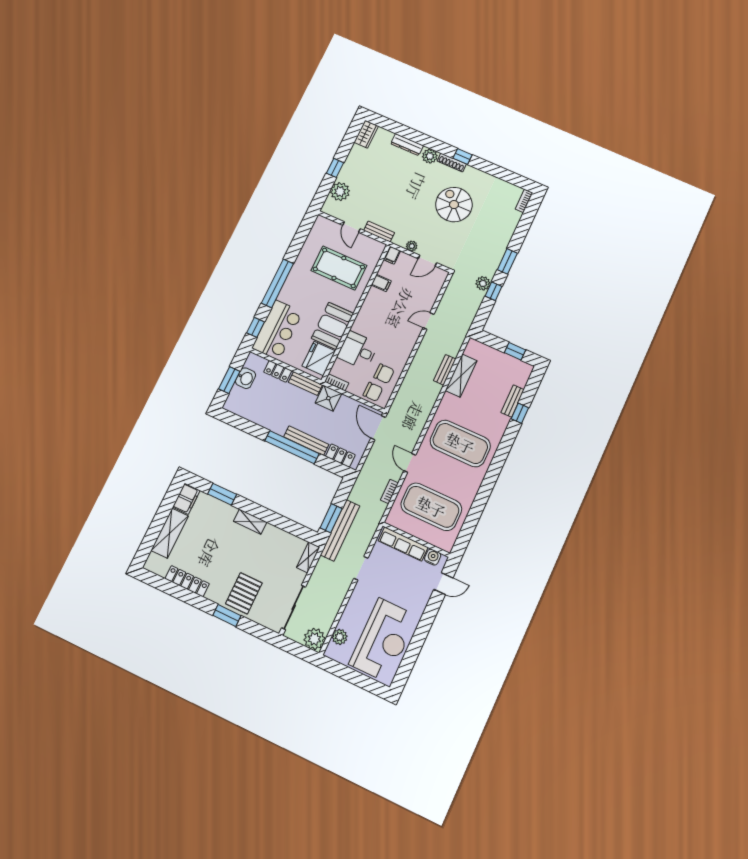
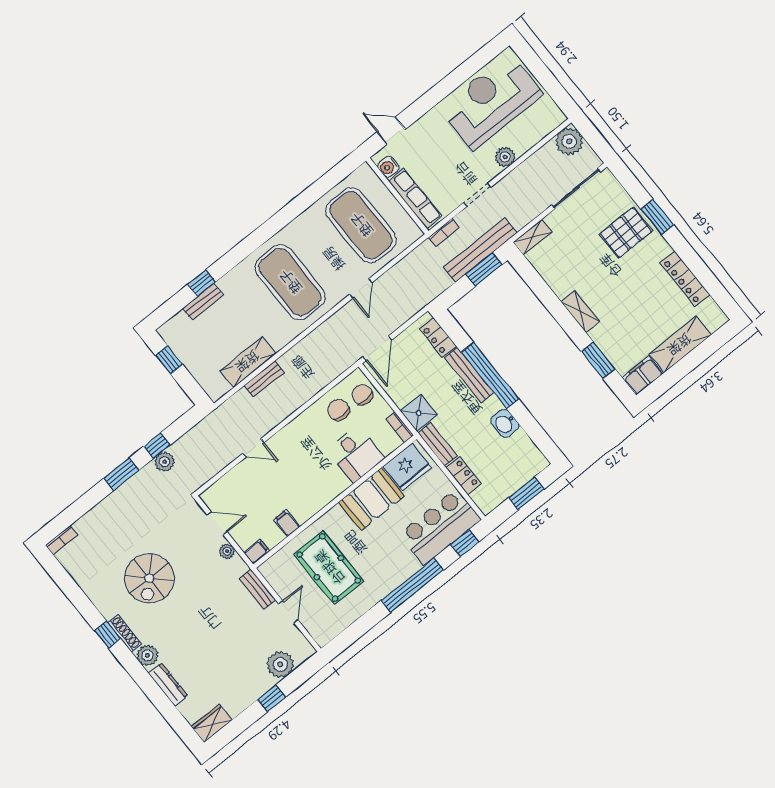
washbasin: (246, 378) -> (505, 423), moved, turned -90
bookcase: (389, 492) -> (444, 232), moved
plant: (340, 637) -> (505, 157), moved

